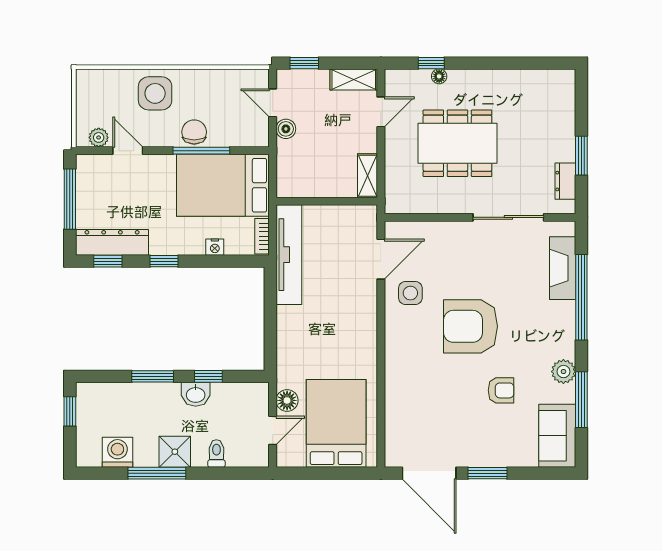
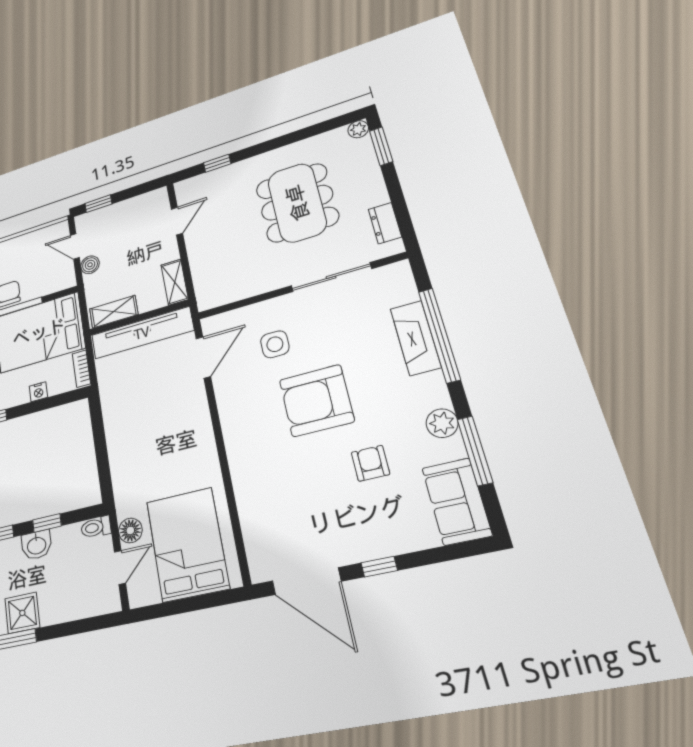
floor lamp: (439, 76) -> (227, 172), removed
plant: (566, 78) -> (358, 129), added
shelving: (354, 79) -> (114, 312), moved
dining table: (457, 143) -> (297, 203), moved, turned 90
window: (581, 156) -> (381, 146), moved
tv unit: (289, 255) -> (142, 333), moved, turned 90
fireplace: (563, 268) -> (416, 338), moved
side table: (410, 293) -> (275, 344), moved
armchair: (501, 390) -> (370, 463), turned -90
toilet: (216, 453) -> (96, 527), moved, turned -90
window: (488, 473) -> (379, 567), width x0.67

